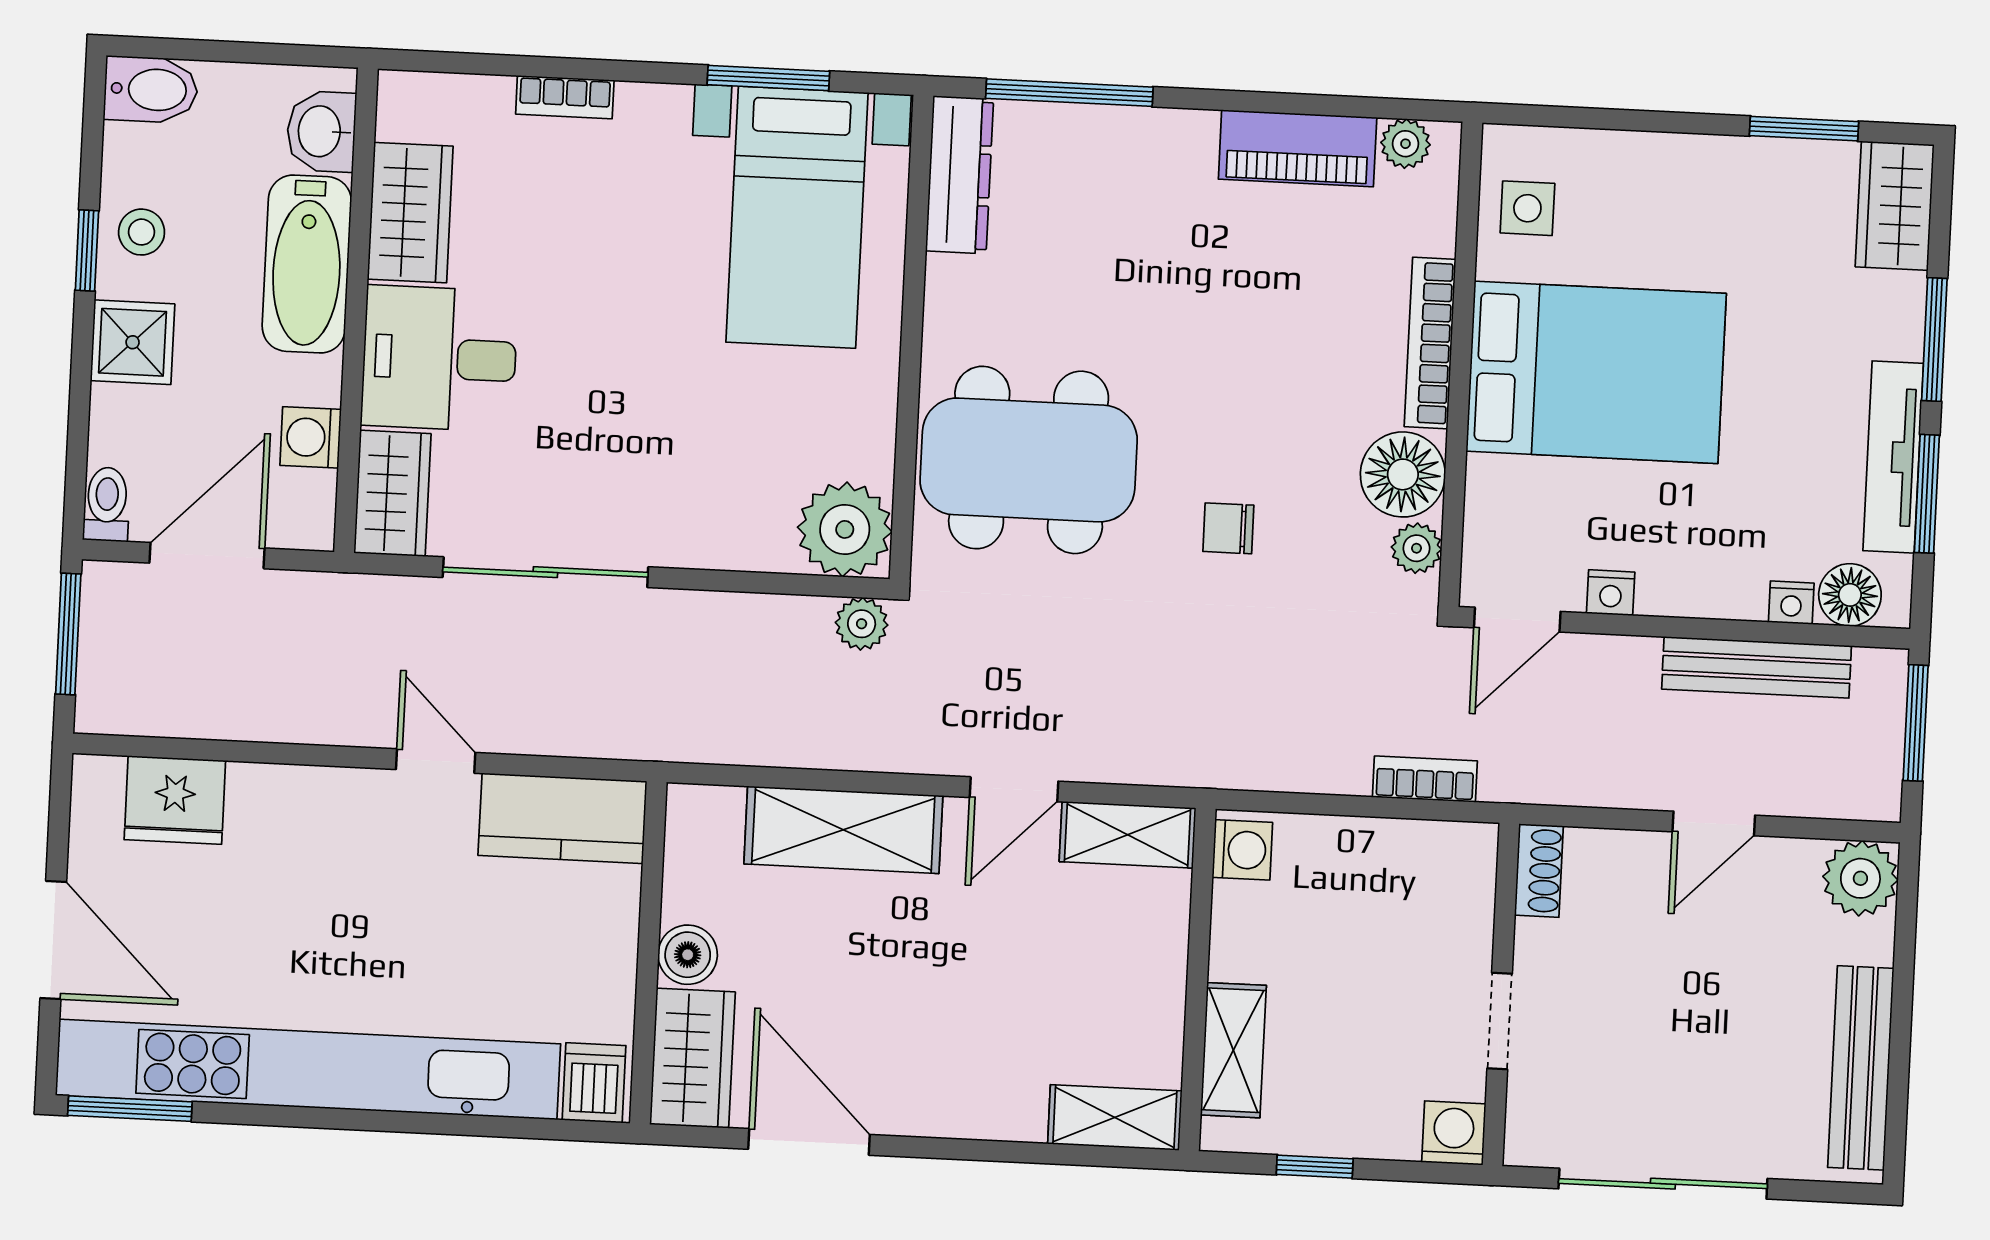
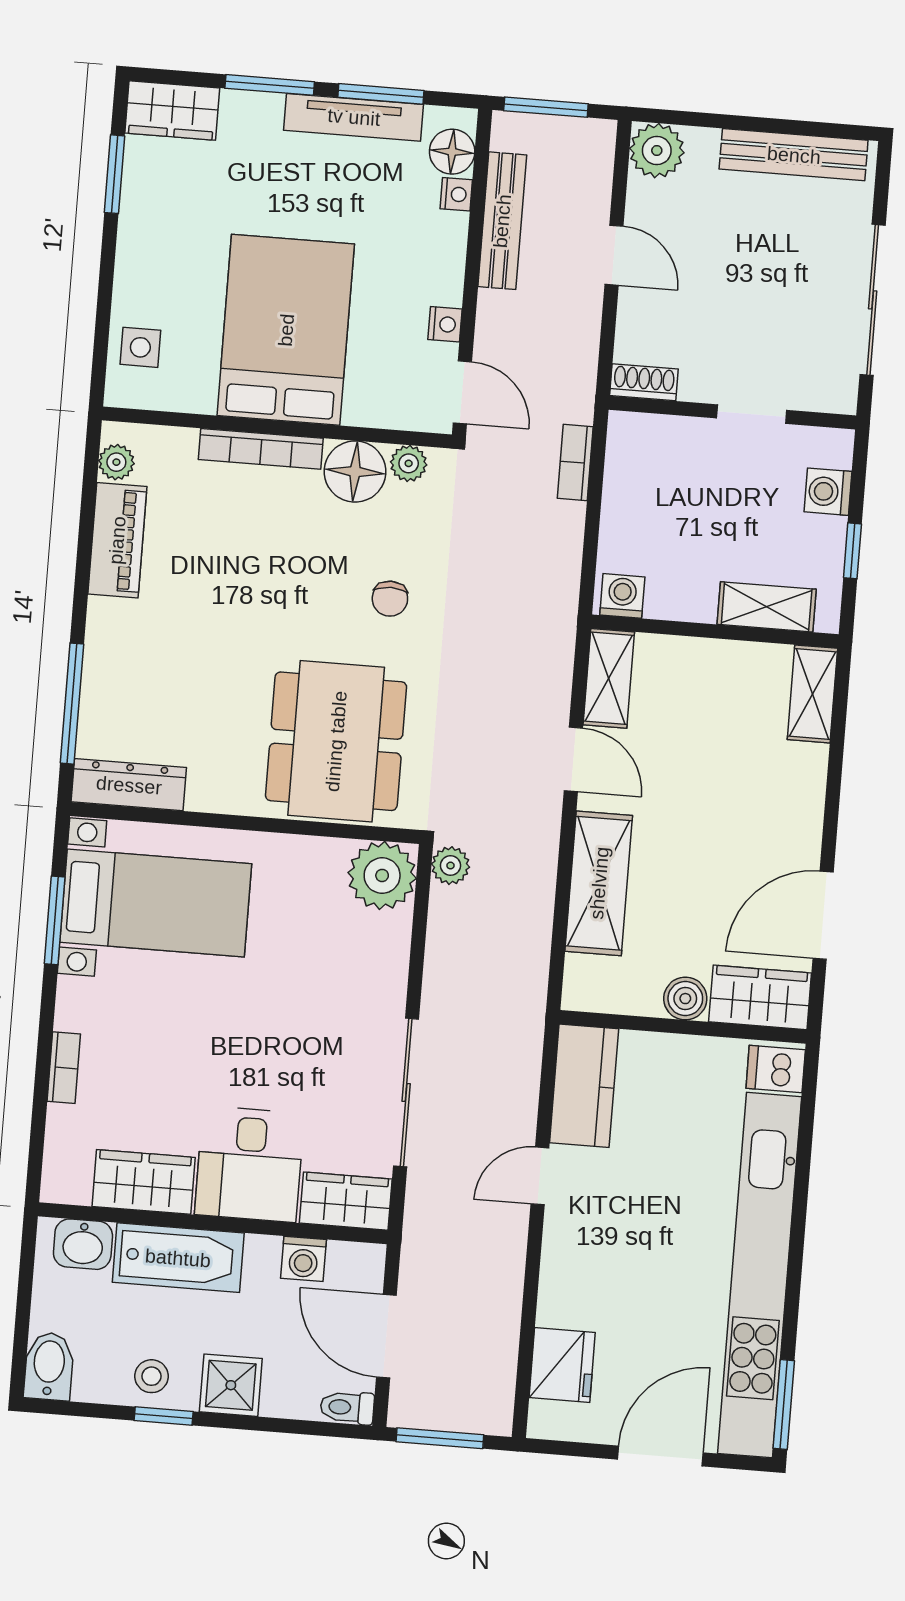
side table: (1527, 208) -> (140, 347), moved
washing machine: (1454, 1133) -> (828, 492), moved

